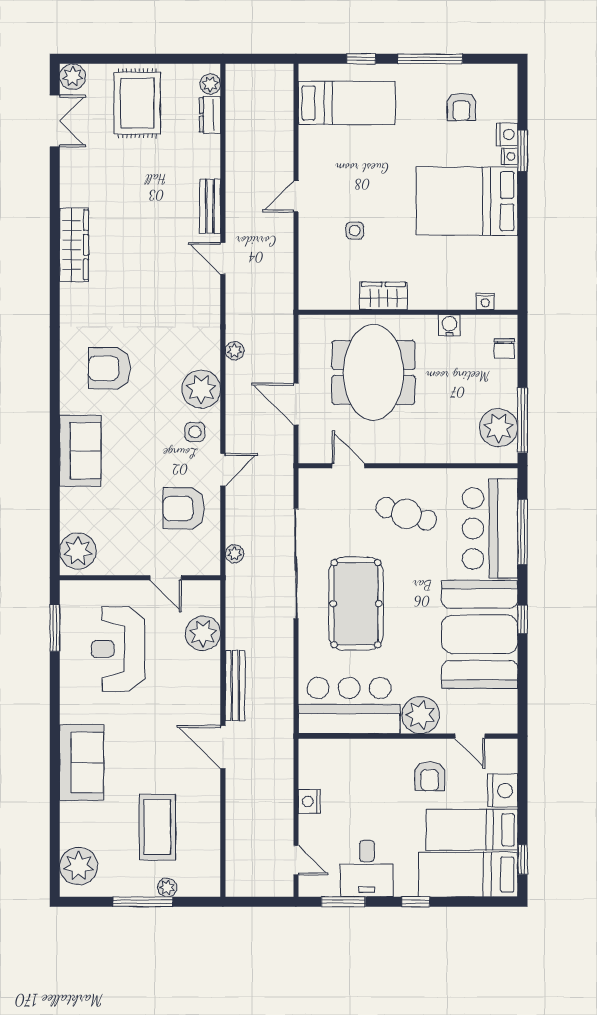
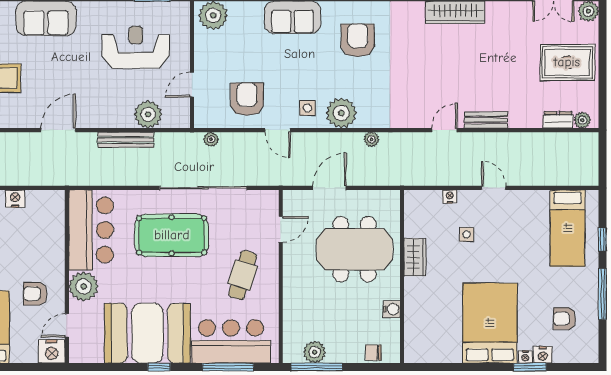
nightstand: (485, 301) -> (450, 196), moved, turned 90
plant: (499, 428) -> (315, 352), width x0.73, depth x0.73
bench: (235, 686) -> (126, 140), moved
nightstand: (503, 791) -> (52, 351), moved

